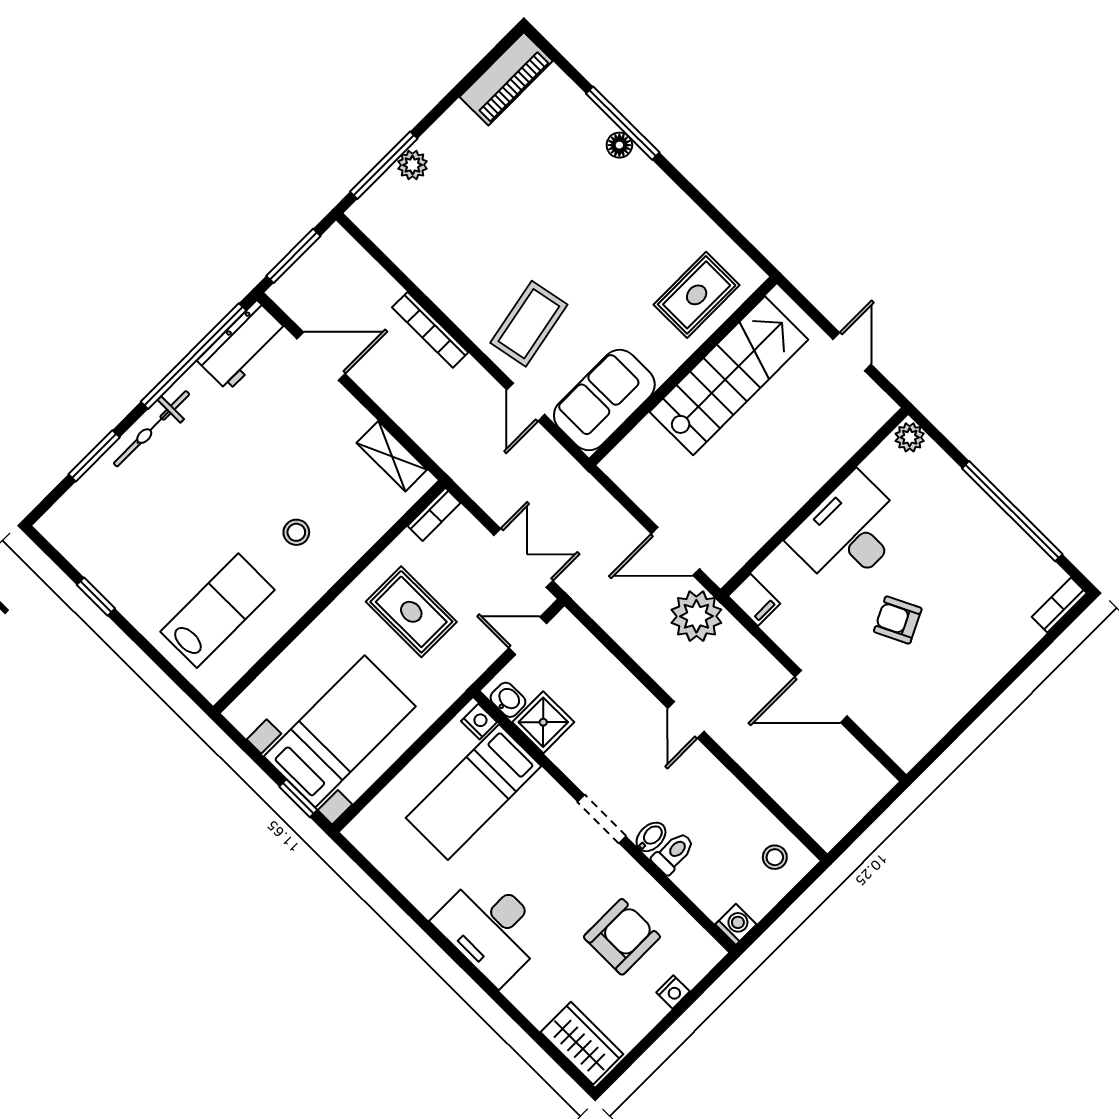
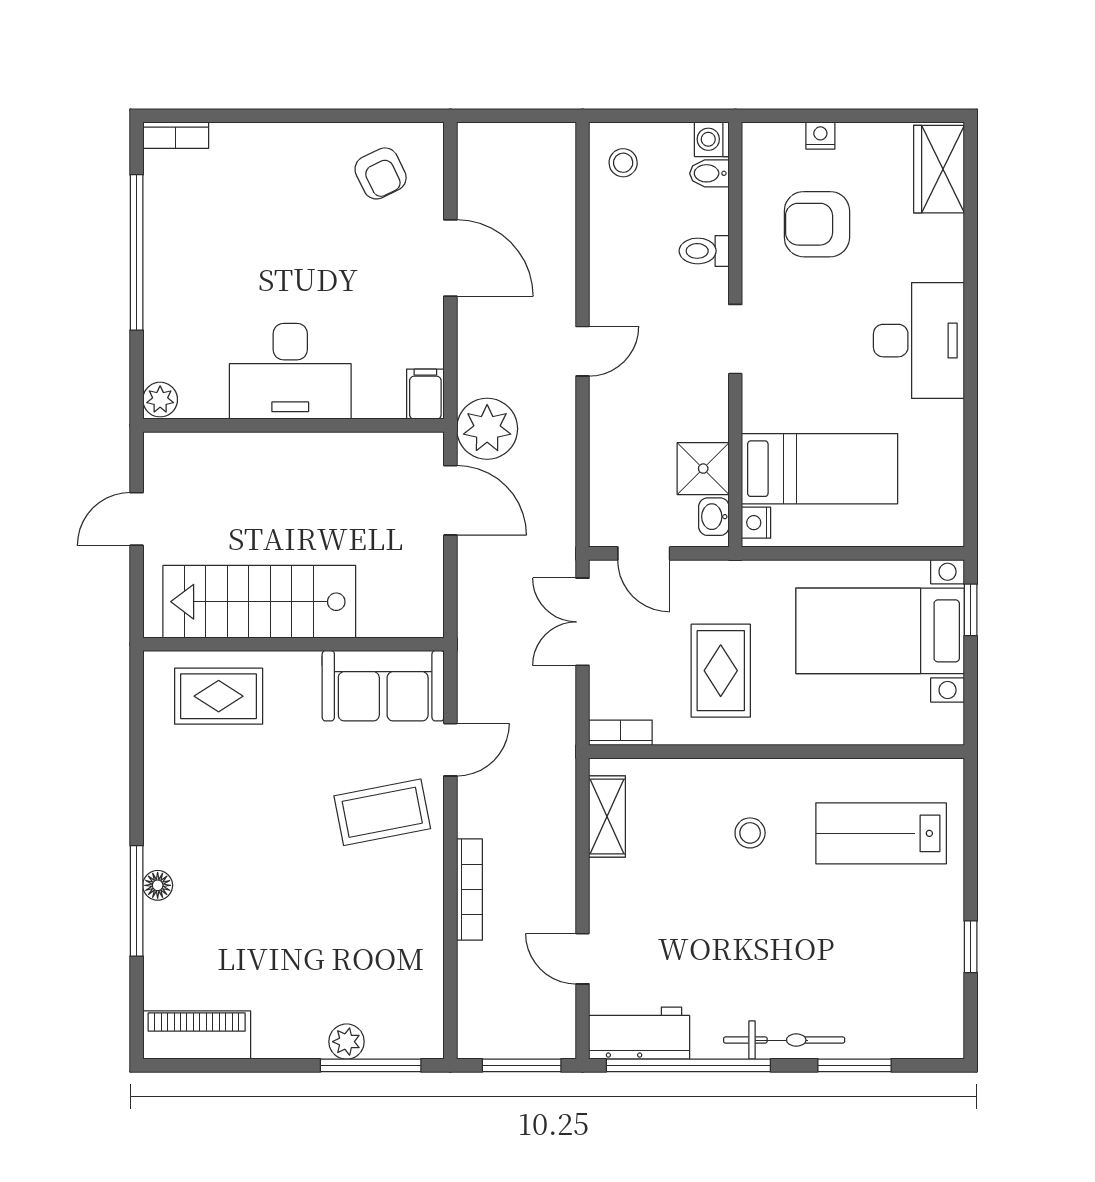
door: (321, 356) -> (582, 959), width x0.73
armchair: (898, 620) -> (381, 173), moved
bidet: (651, 837) -> (709, 173), moved

